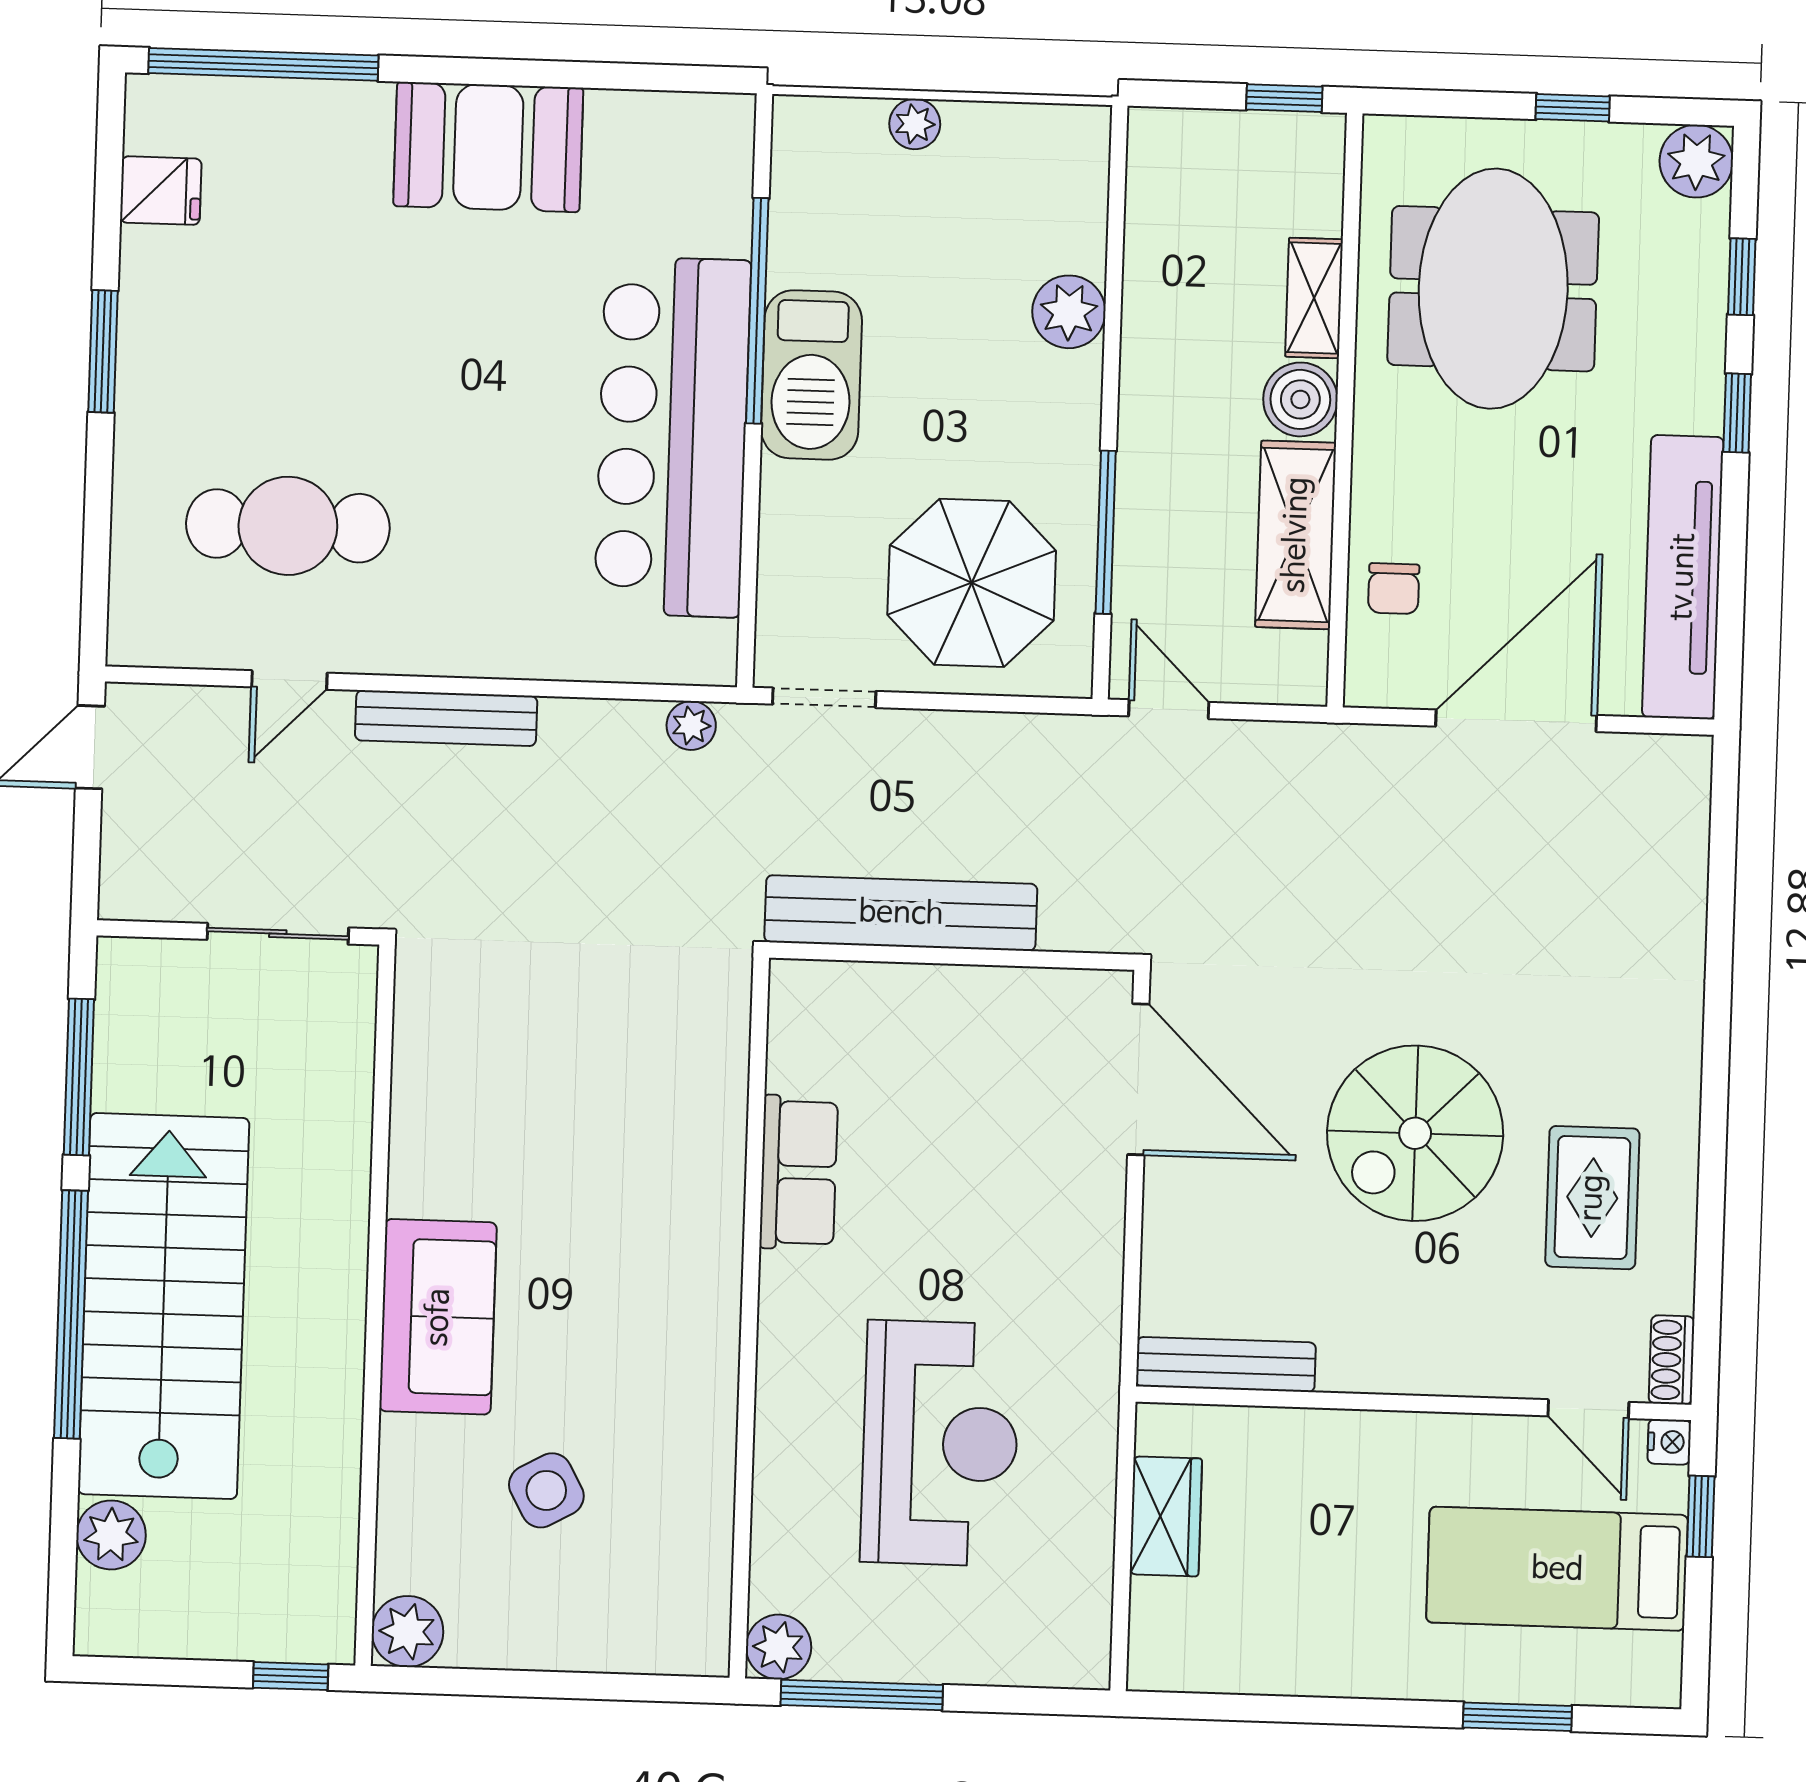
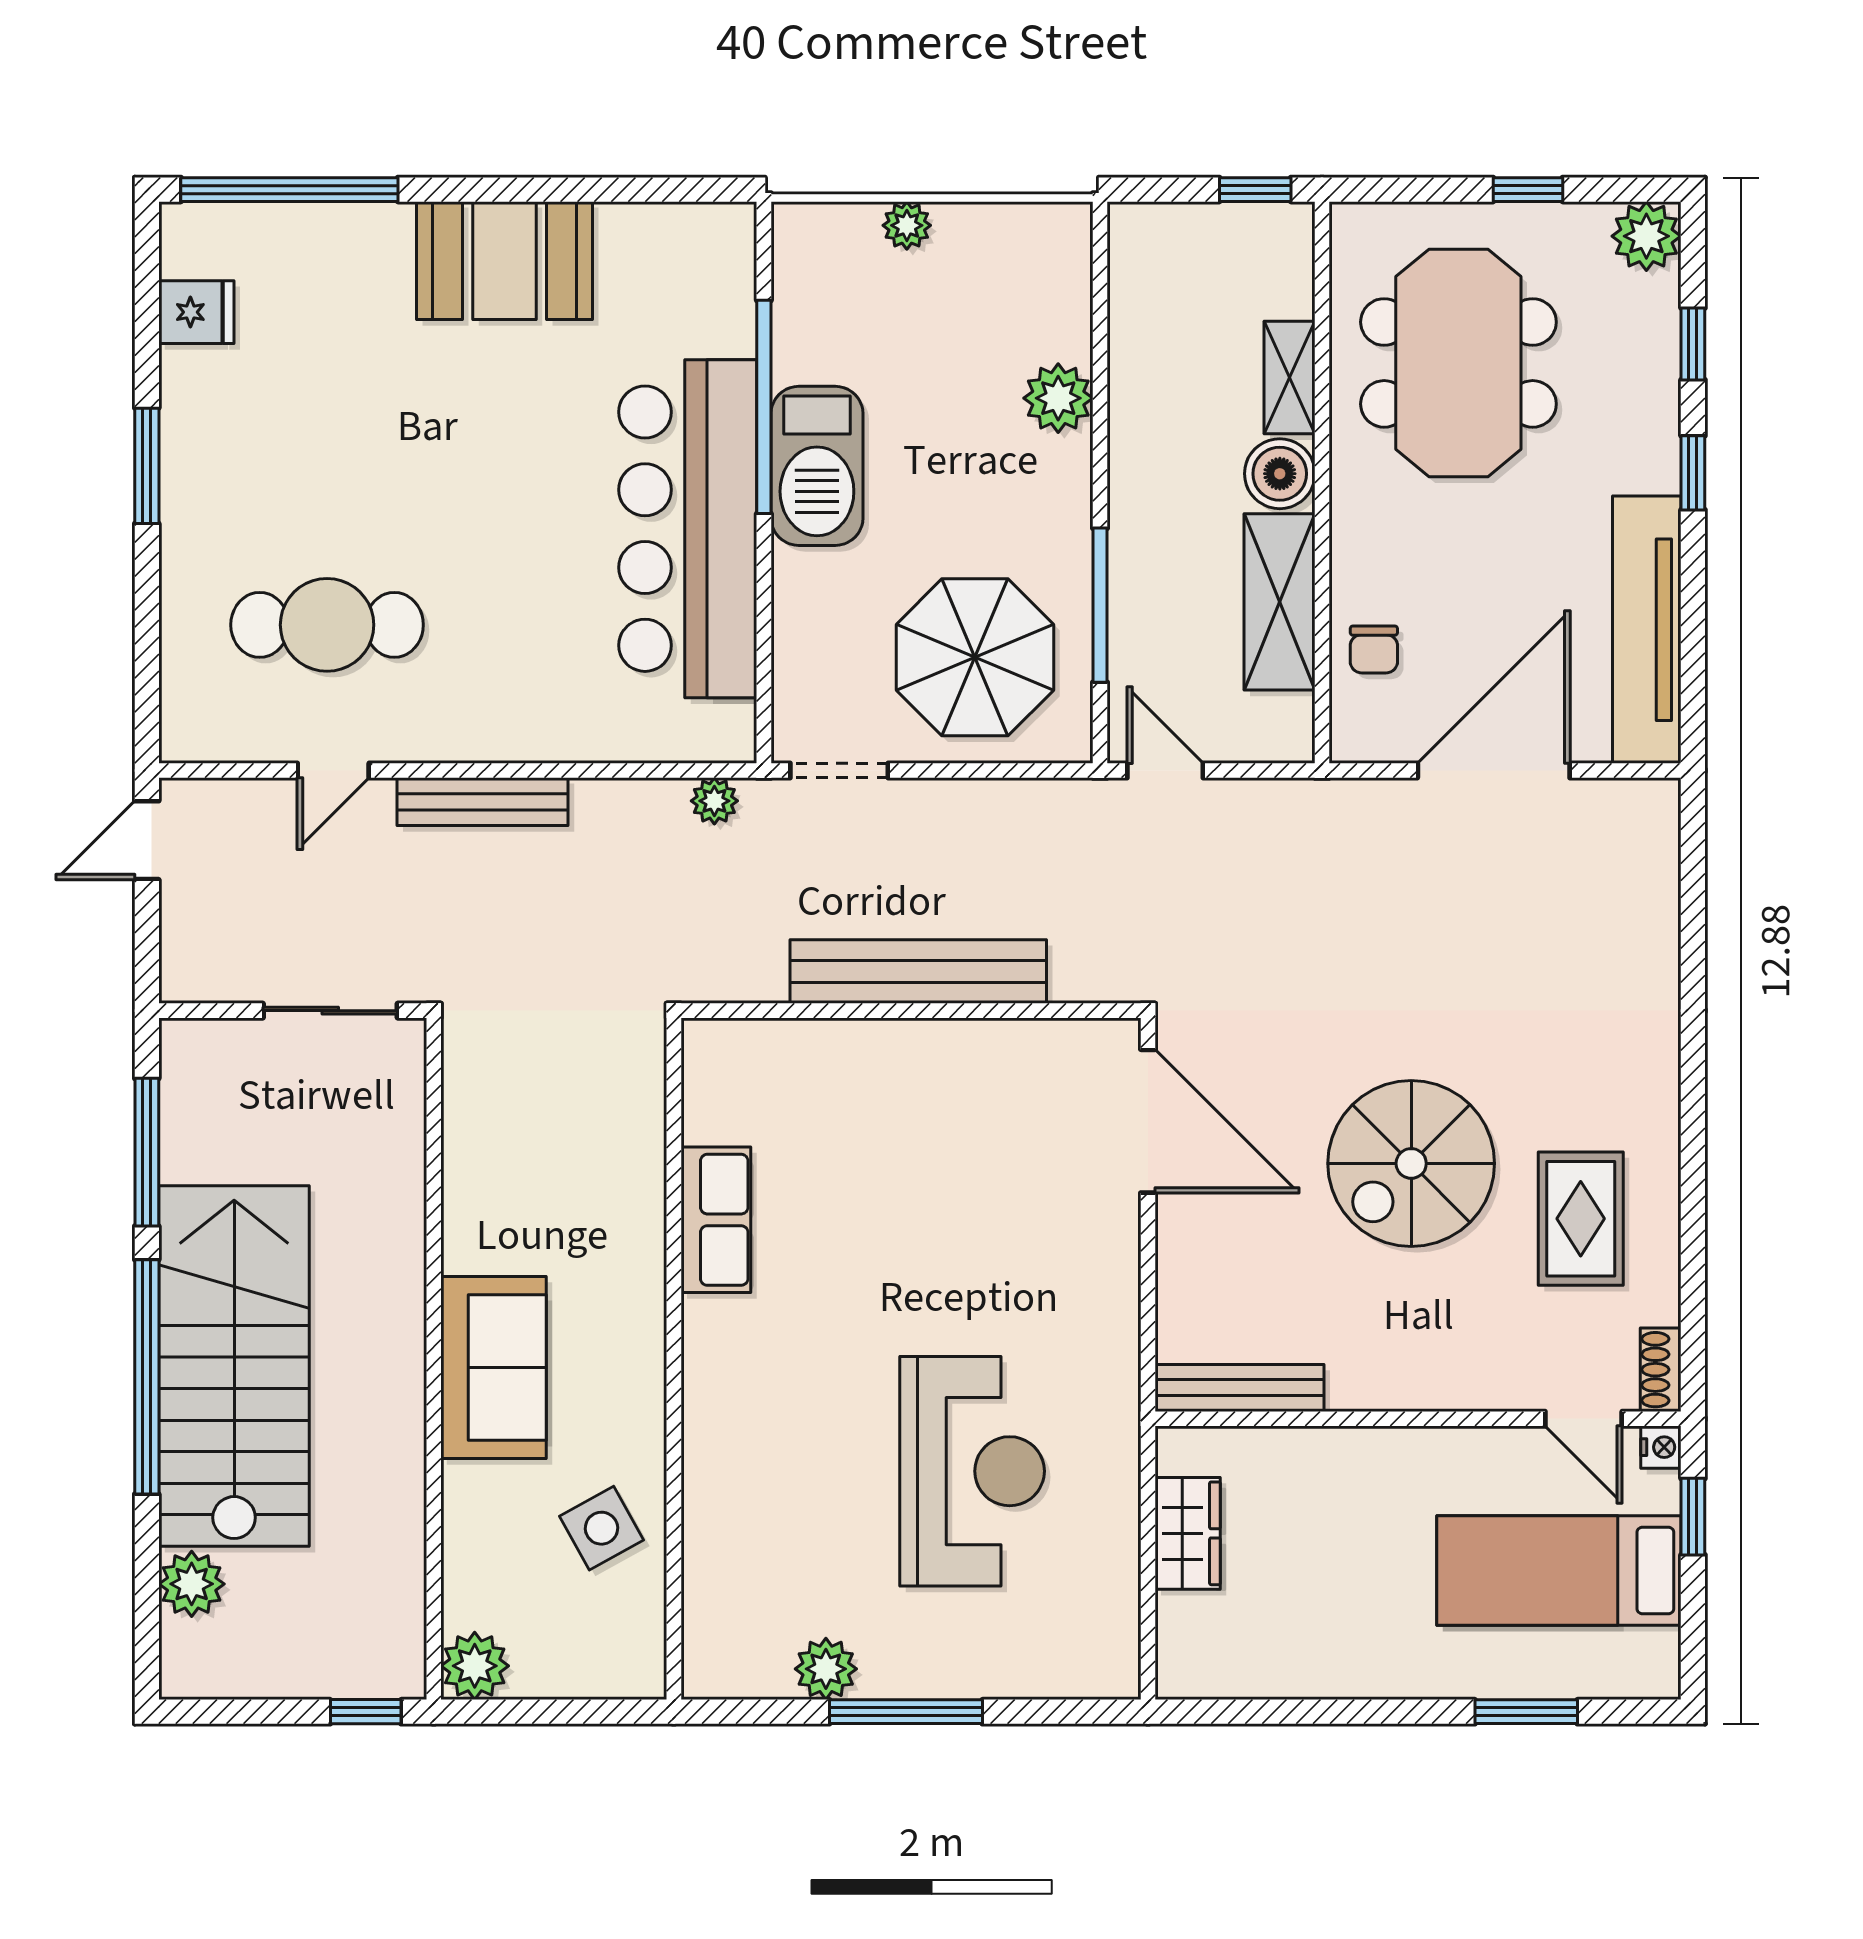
row of seats: (799, 1172) -> (716, 1220), moved
wall: (749, 1318) -> (674, 1359), moved

